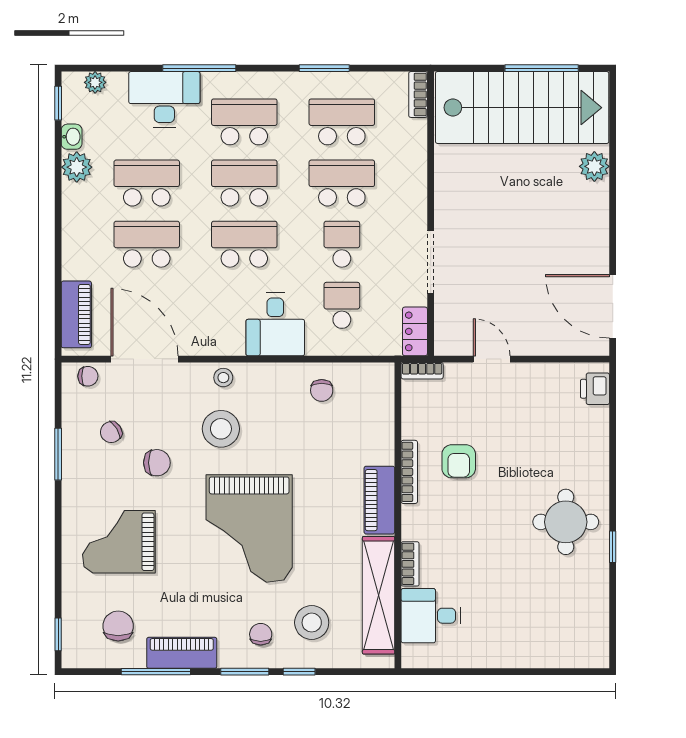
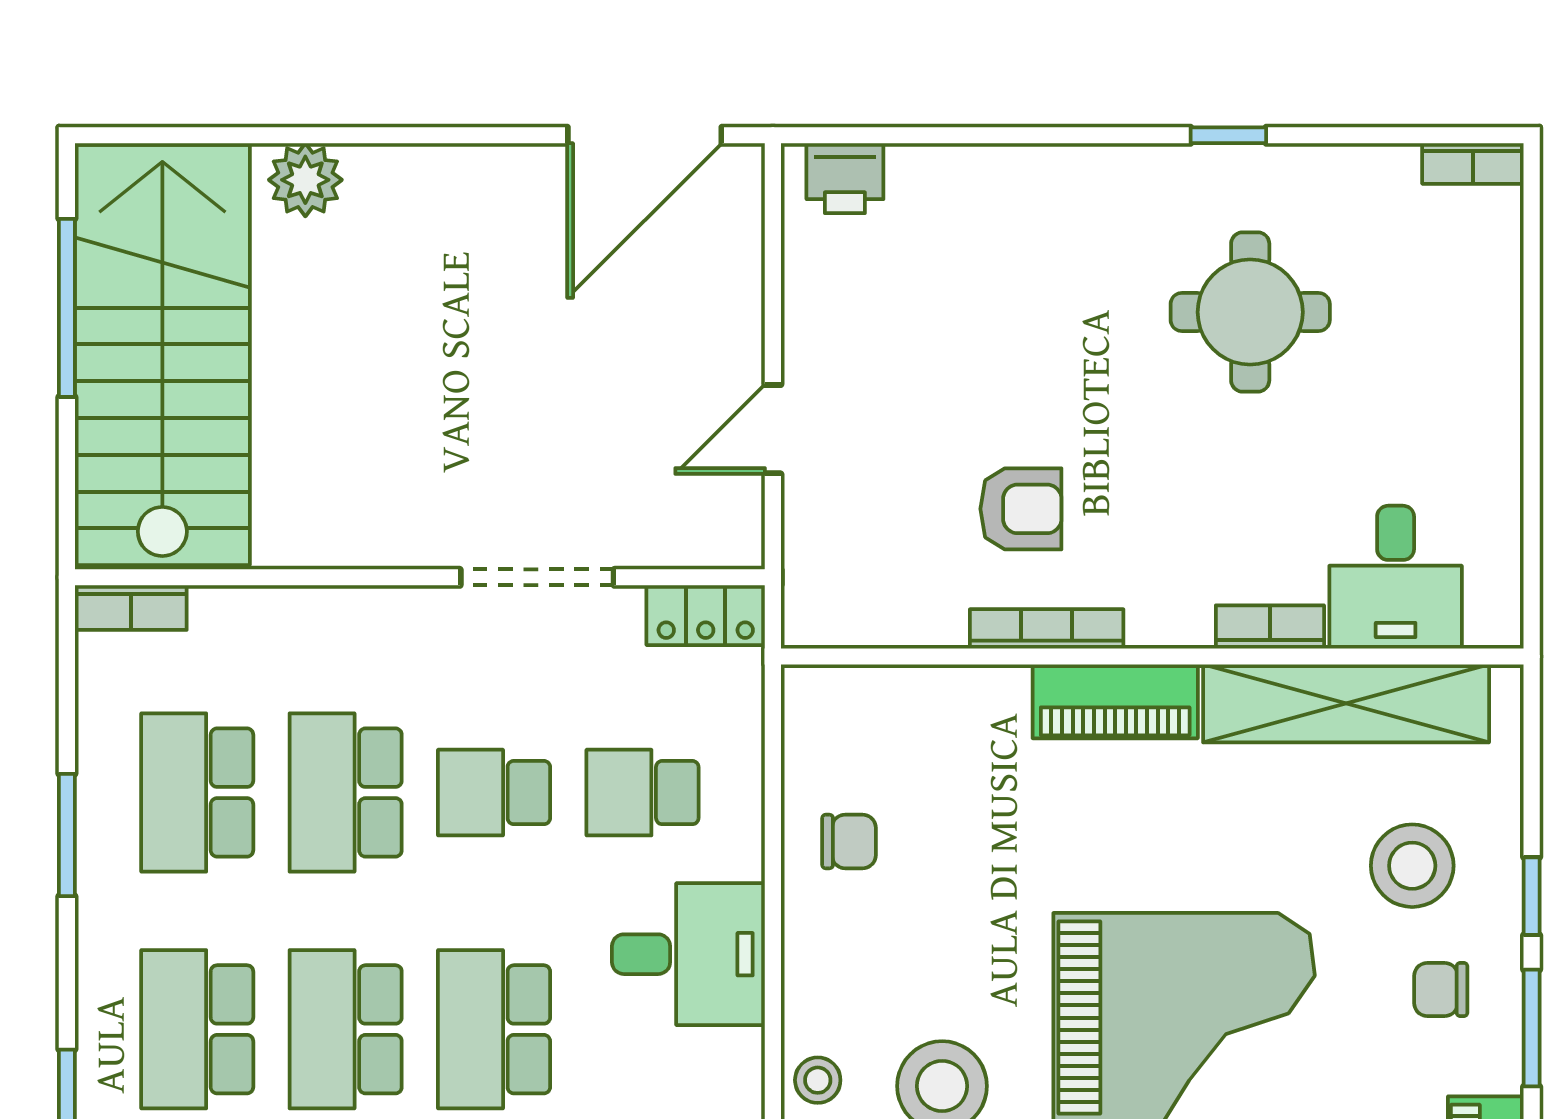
bookcase: (422, 371) -> (1473, 163), moved, turned 90
round table: (566, 522) -> (1250, 312), moved

